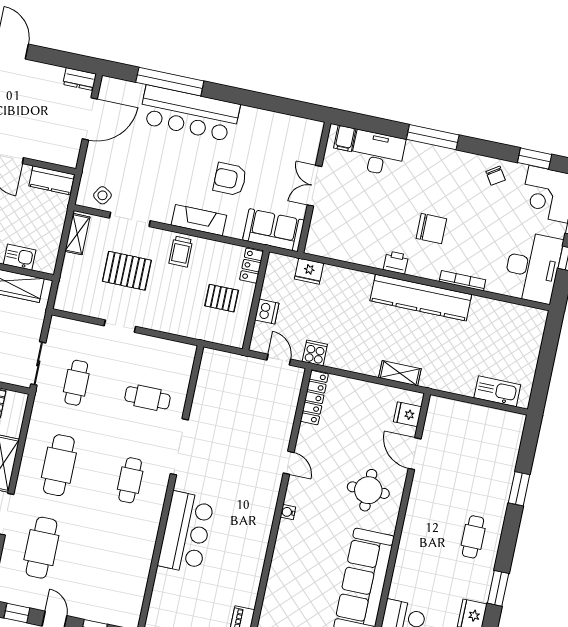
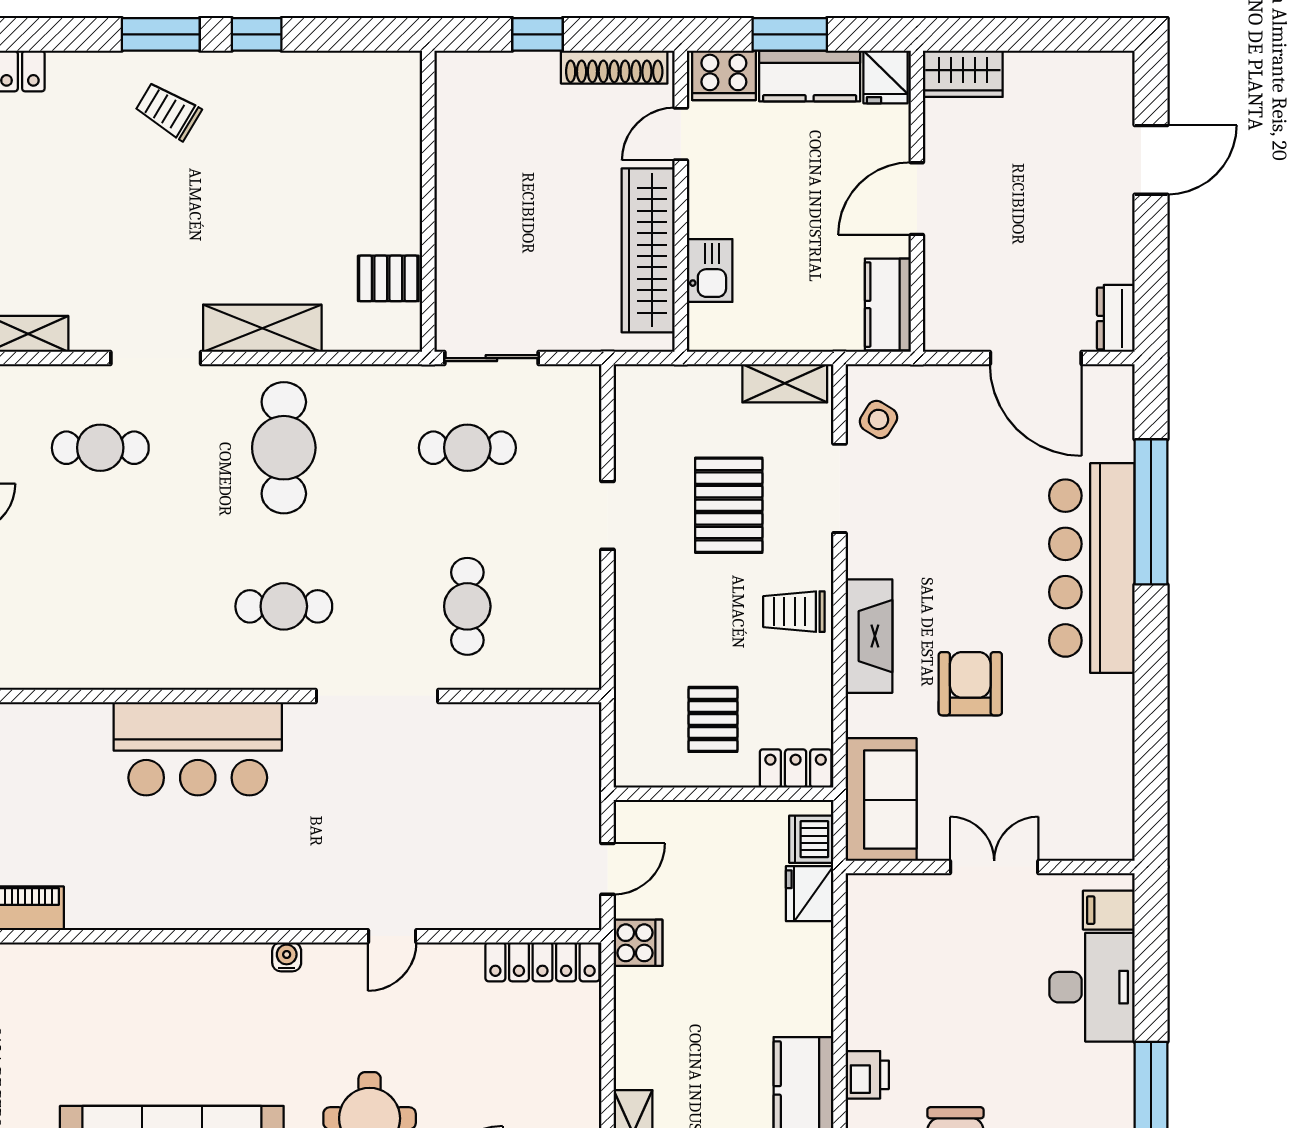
dishwasher: (267, 312) -> (811, 839), moved, turned 90
cafe table: (59, 465) -> (284, 448), turned 90
cafe table: (41, 548) -> (100, 448), width x0.73, depth x0.74

